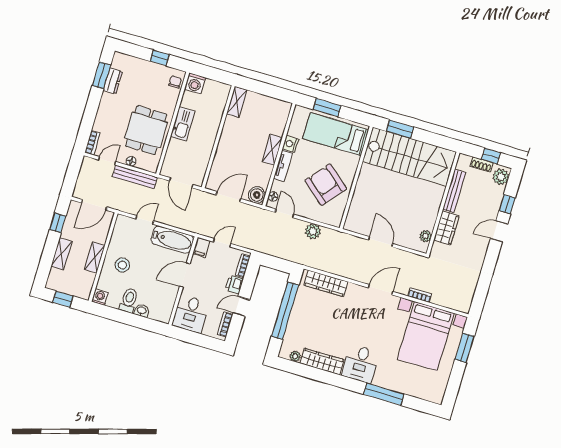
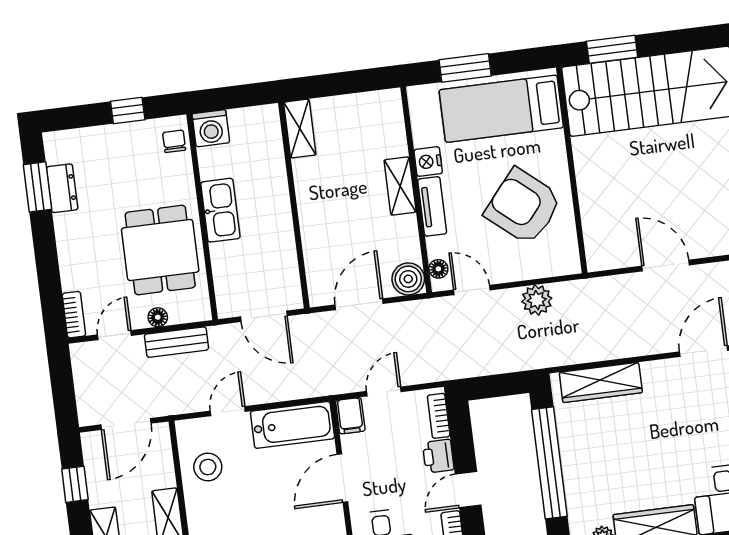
bench: (135, 177) -> (176, 342), width x0.73
stool: (122, 265) -> (208, 467), moved

